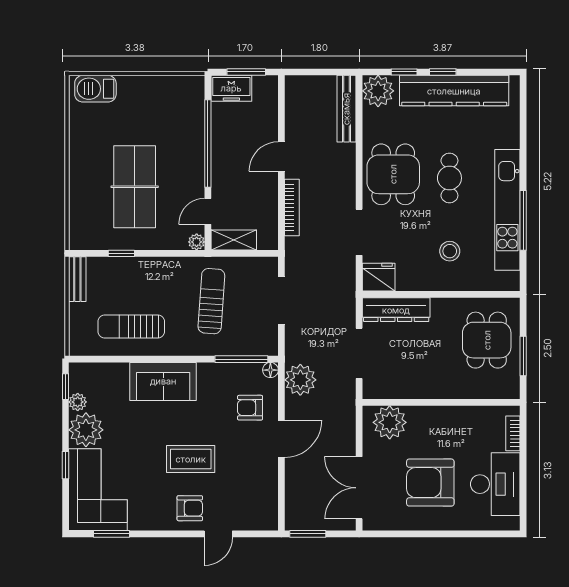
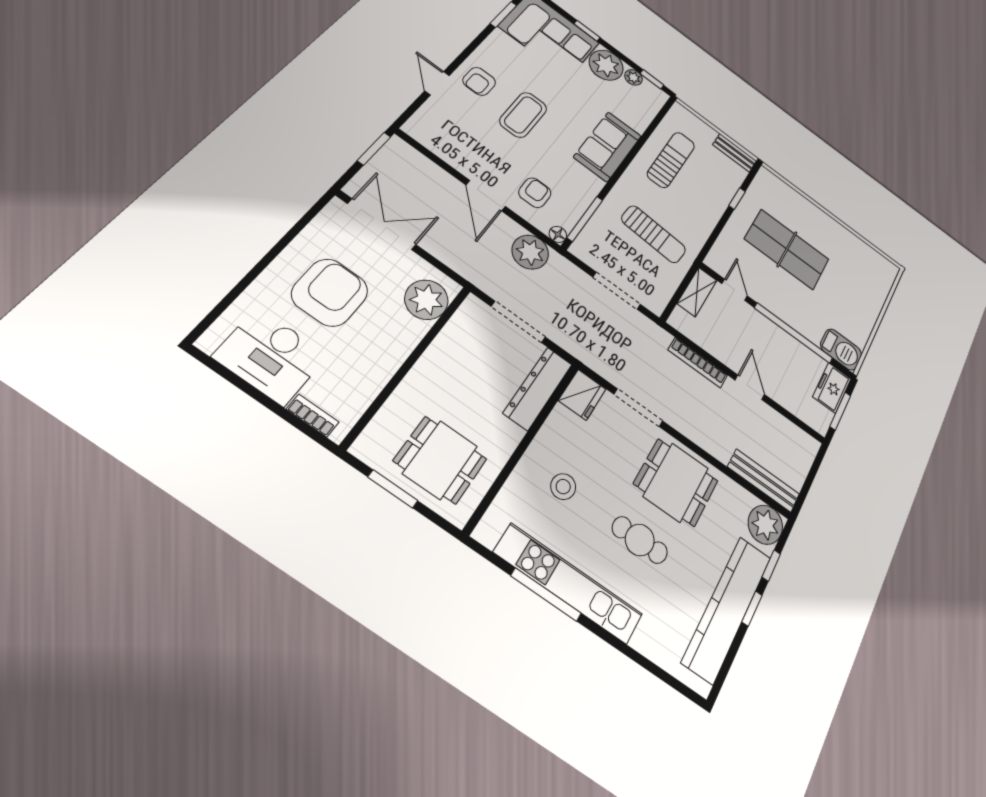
barbecue: (95, 89) -> (841, 349), moved, turned 90
plant: (197, 242) -> (713, 261), removed

